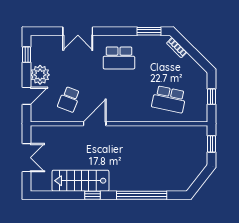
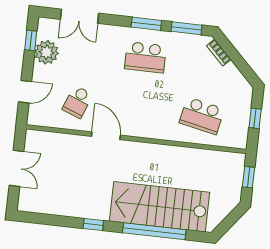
double door: (78, 31) -> (80, 16), moved
window: (117, 31) -> (146, 24), added
plant: (40, 75) -> (47, 52), moved
door: (95, 124) -> (106, 136), hinge flipped
stairs: (80, 181) -> (160, 207), moved, width x1.36, depth x1.51

